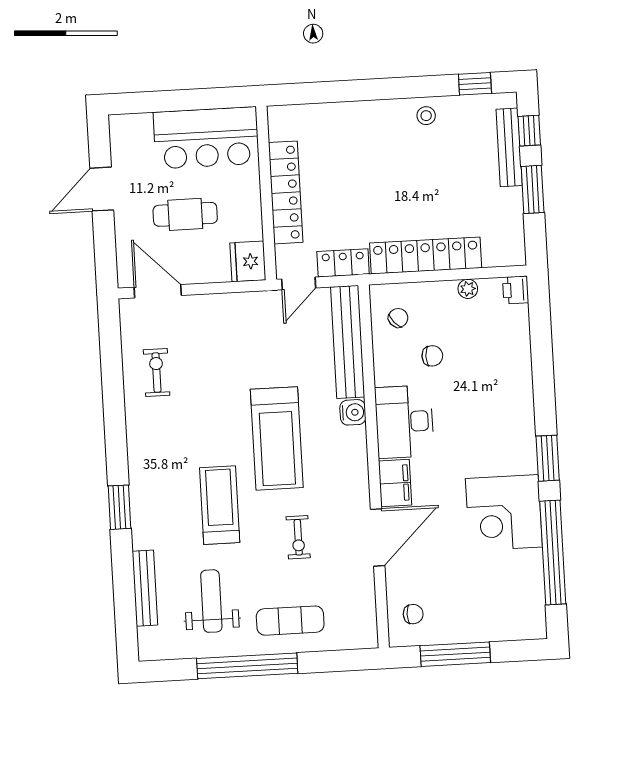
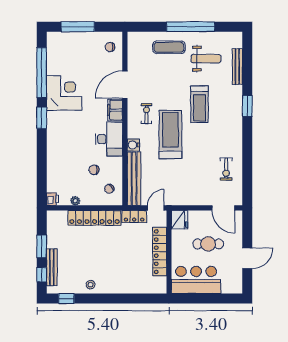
exercise bike: (298, 537) -> (147, 114), moved
weight bench: (211, 601) -> (206, 59), turned -90
window: (455, 654) -> (78, 27), moved

